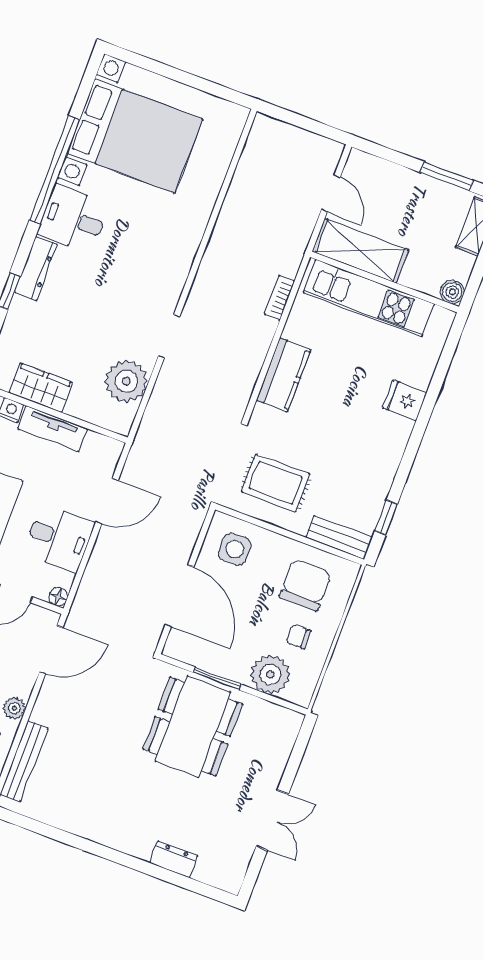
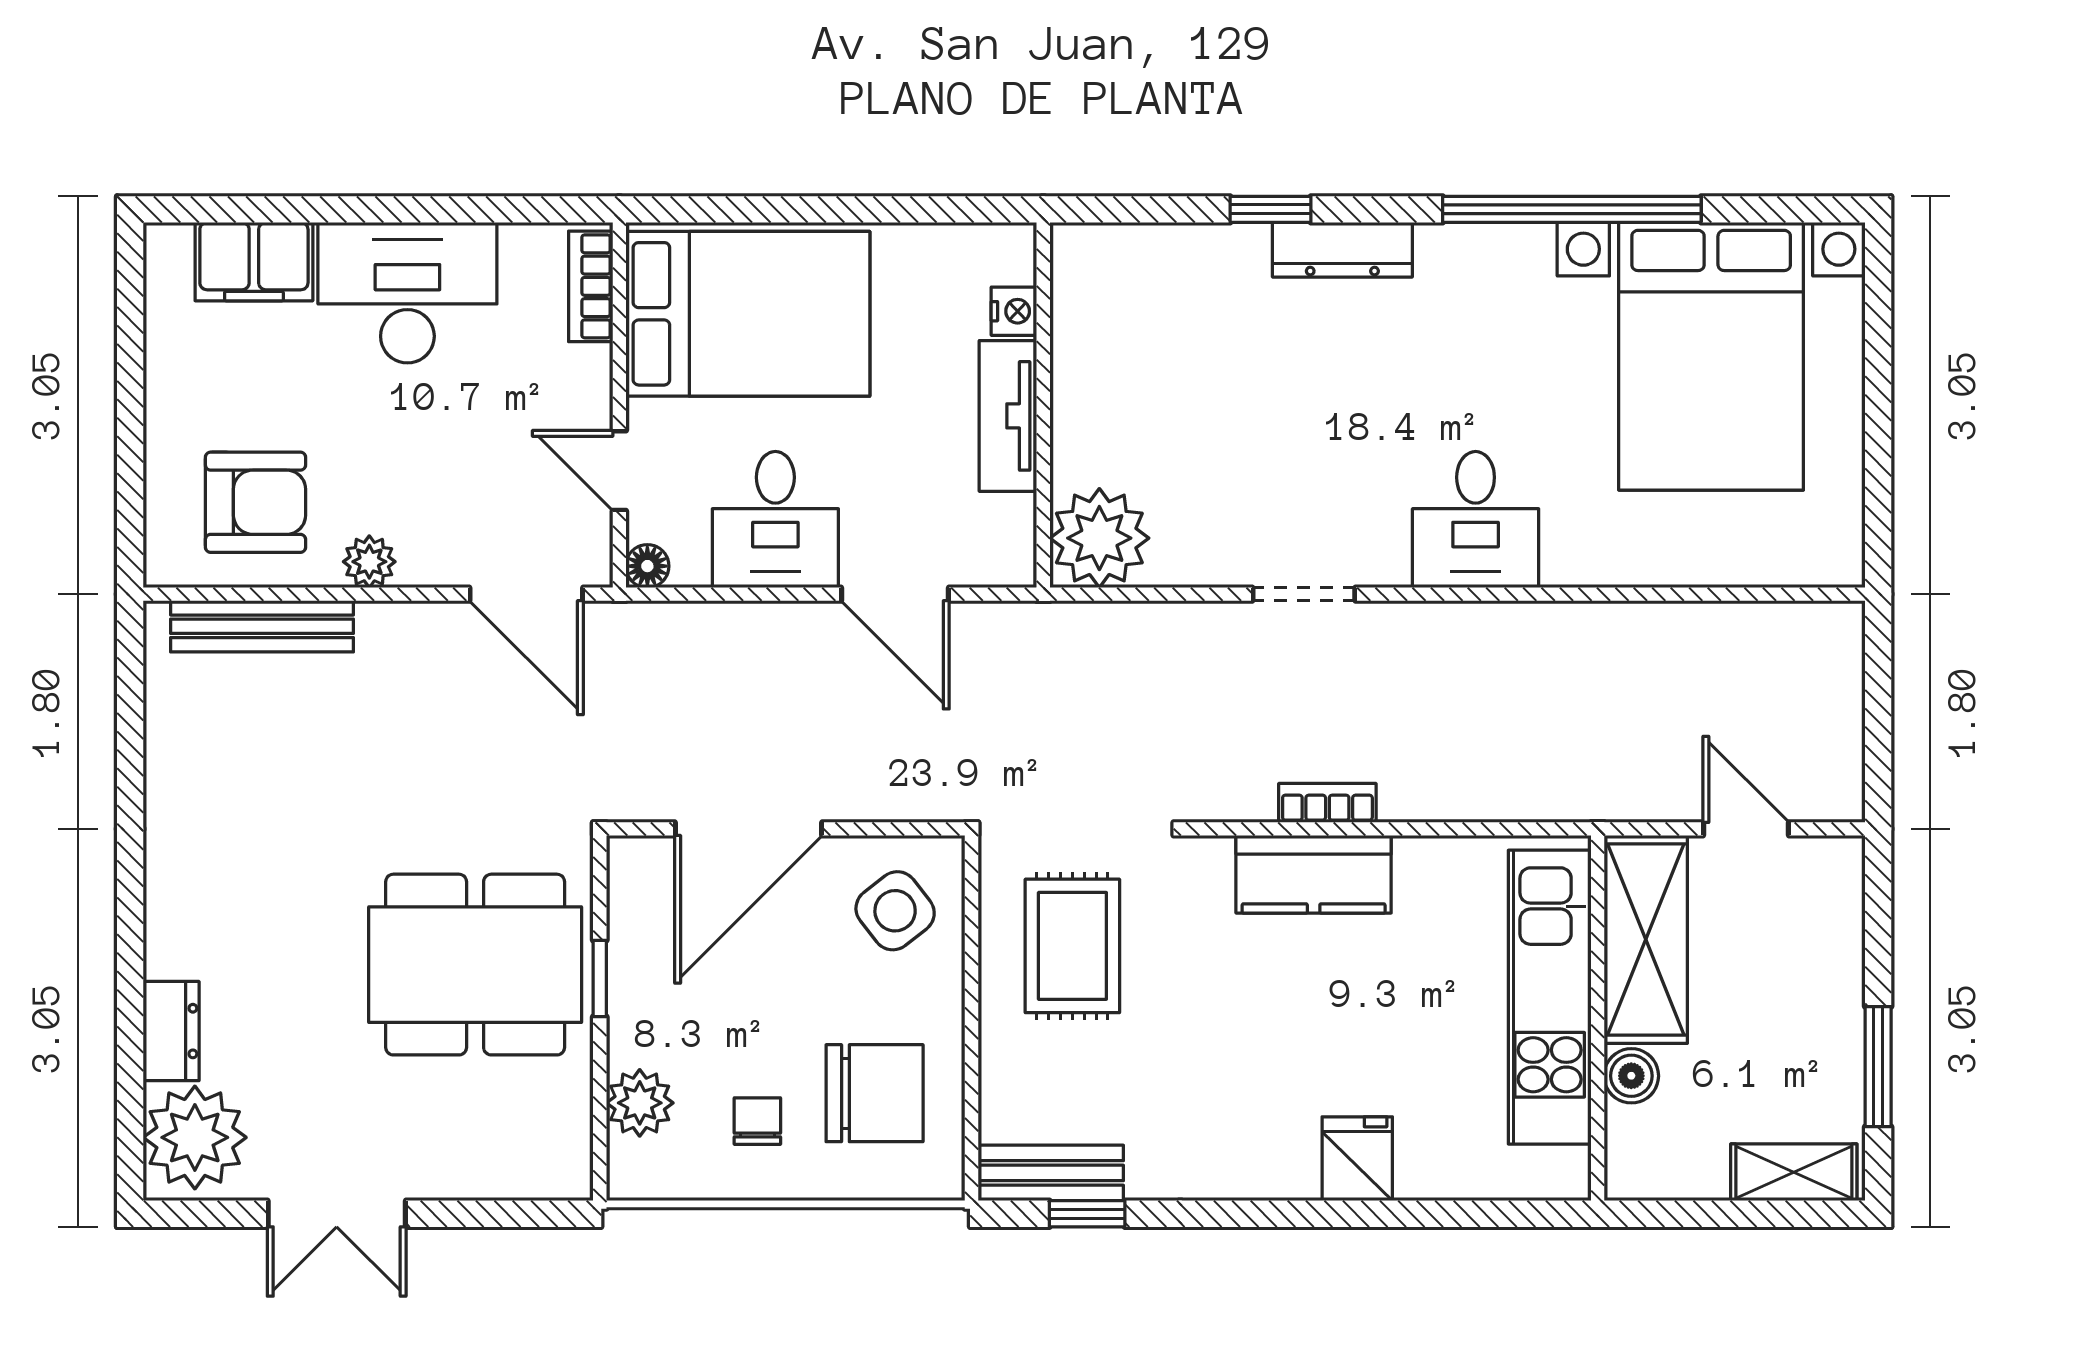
door: (331, 193) -> (1746, 829), swing flipped
desk: (73, 219) -> (1476, 520), moved, turned 180
boiler: (452, 292) -> (1631, 1076), moved
bookcase: (280, 298) -> (1327, 803), moved
plant: (126, 381) -> (1099, 538), moved
wardrobe: (41, 388) -> (1087, 358), removed
bench: (339, 537) -> (1051, 1173), moved, turned 90
side table: (235, 549) -> (895, 911), turned -38
plant: (270, 674) -> (640, 1103), width x0.73, depth x0.73
window: (217, 678) -> (600, 979), width x0.67
plant: (220, 866) -> (195, 1137), added

